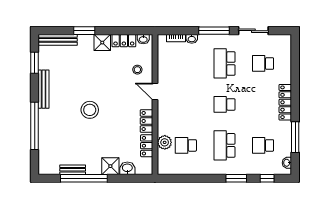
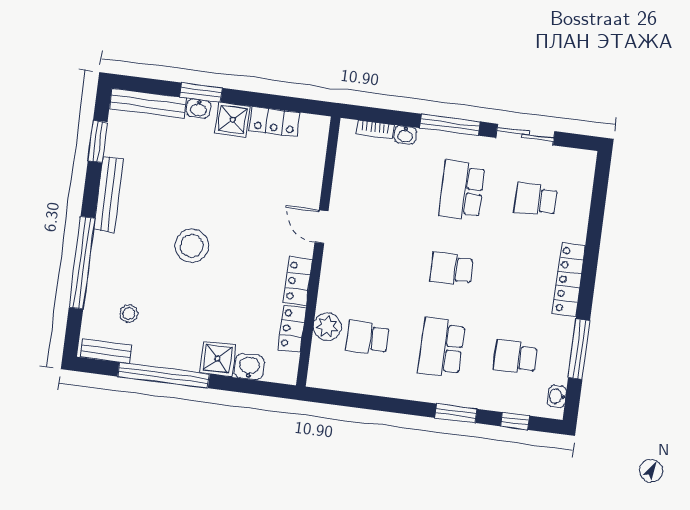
washbasin: (143, 39) -> (198, 109), moved
stool: (137, 70) -> (129, 313), moved
bench: (73, 170) -> (106, 351), moved

